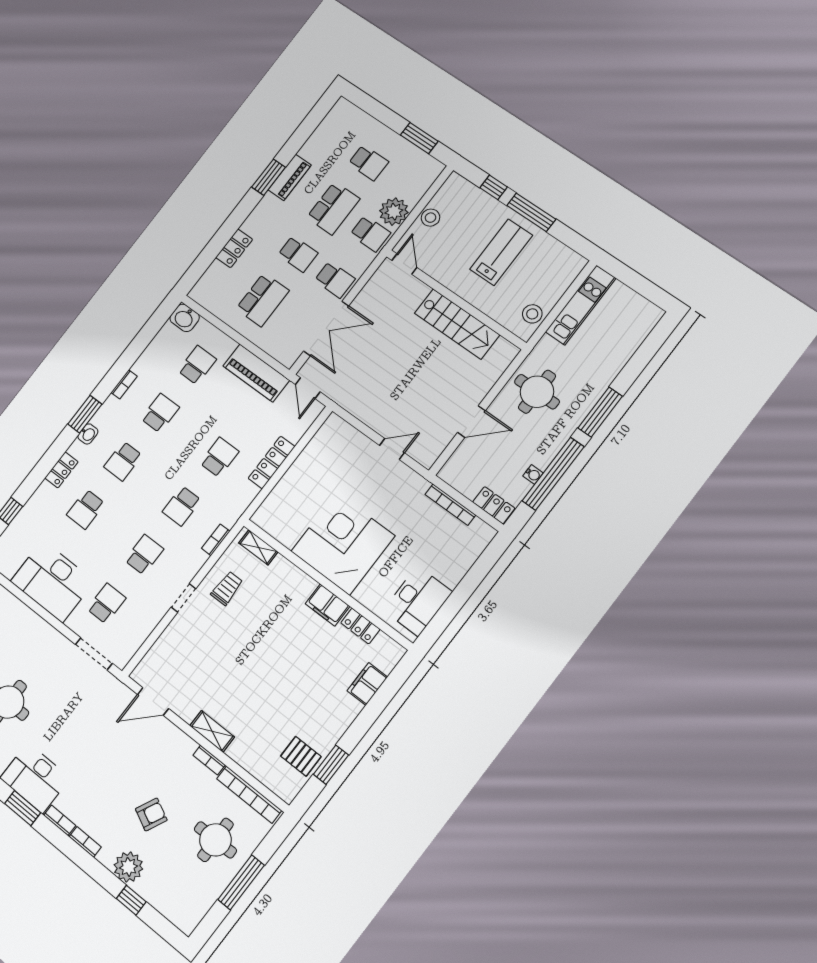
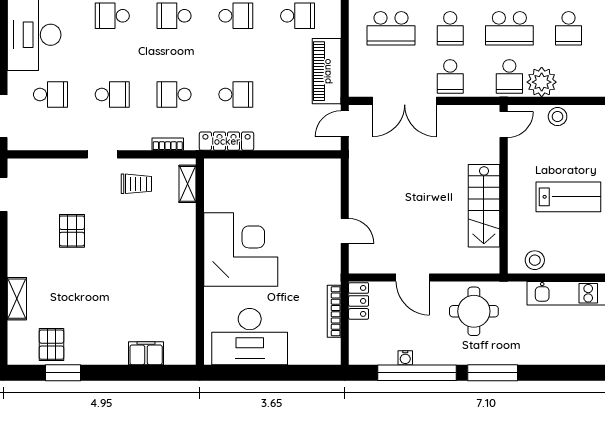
locker: (272, 462) -> (226, 141), moved
locker: (494, 505) -> (359, 301), moved
desk: (418, 601) -> (250, 337), width x1.36, depth x1.30
filing cabinet: (328, 605) -> (184, 275), removed
locker: (360, 626) -> (187, 313), removed
pallet: (224, 668) -> (72, 231), added
shelving: (212, 731) -> (17, 299), moved

